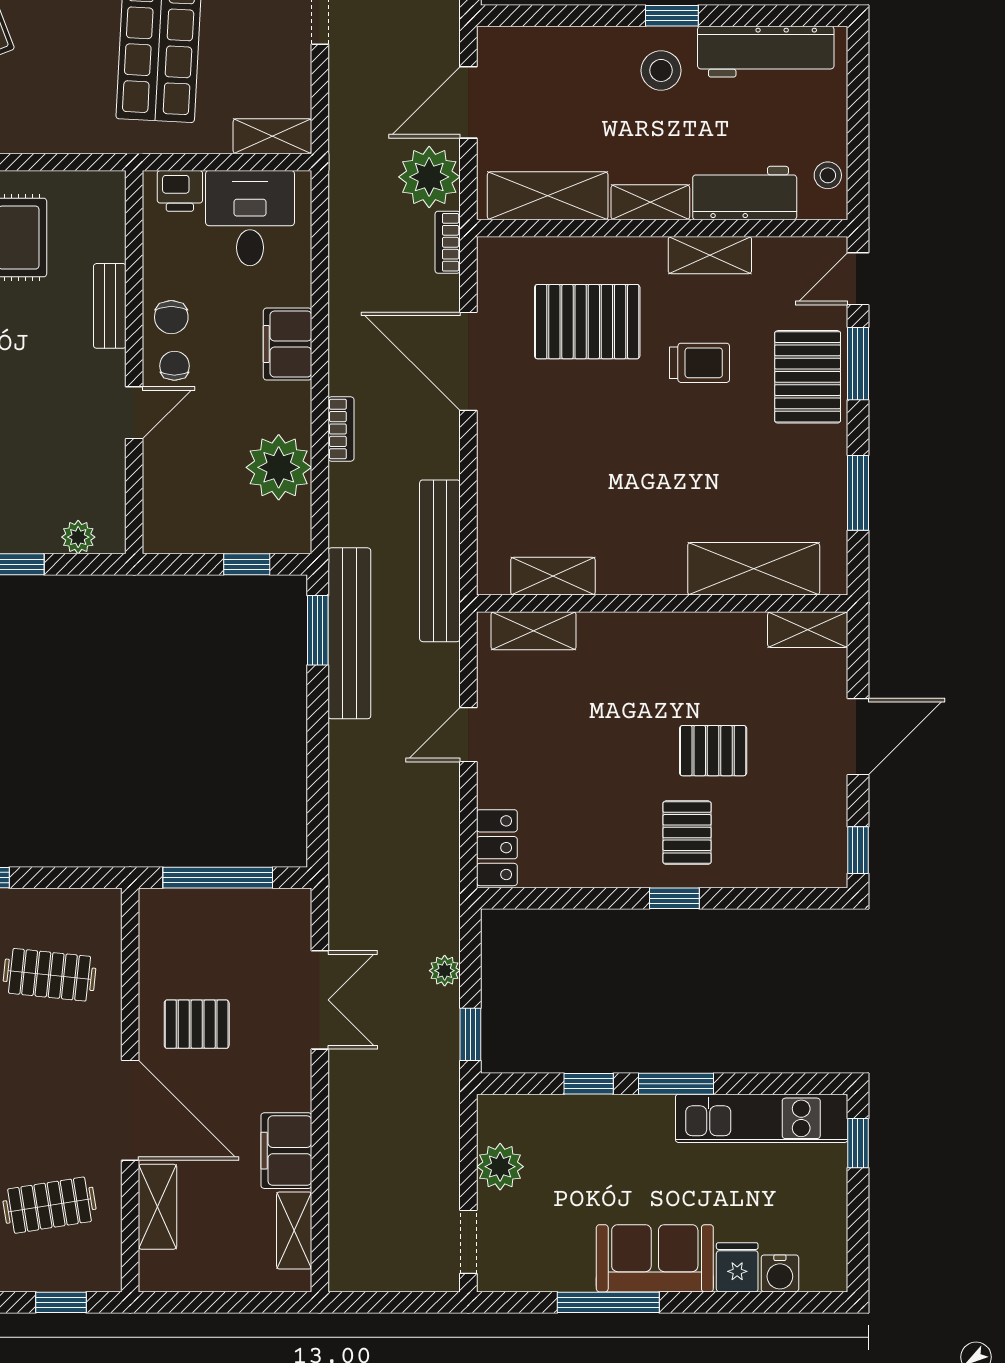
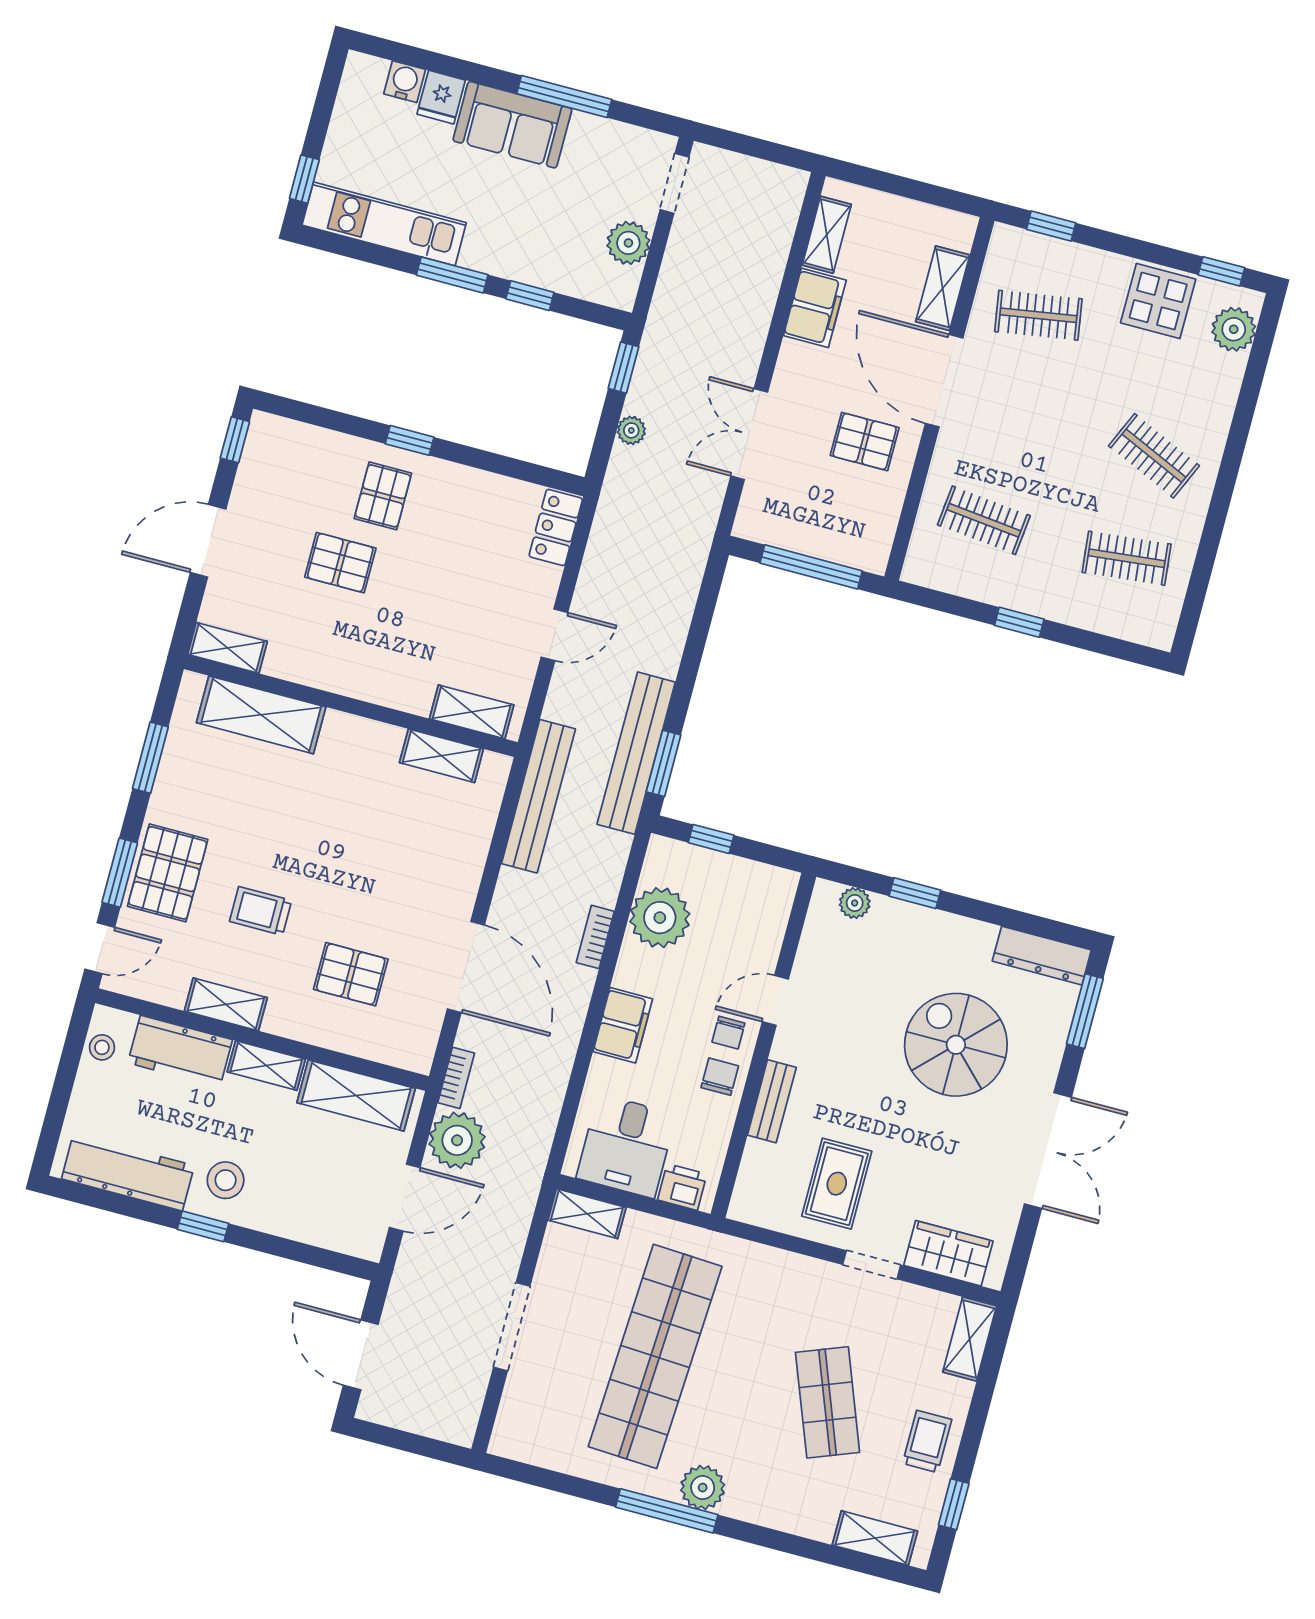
pallet: (587, 322) -> (351, 974), width x0.67, depth x0.71

